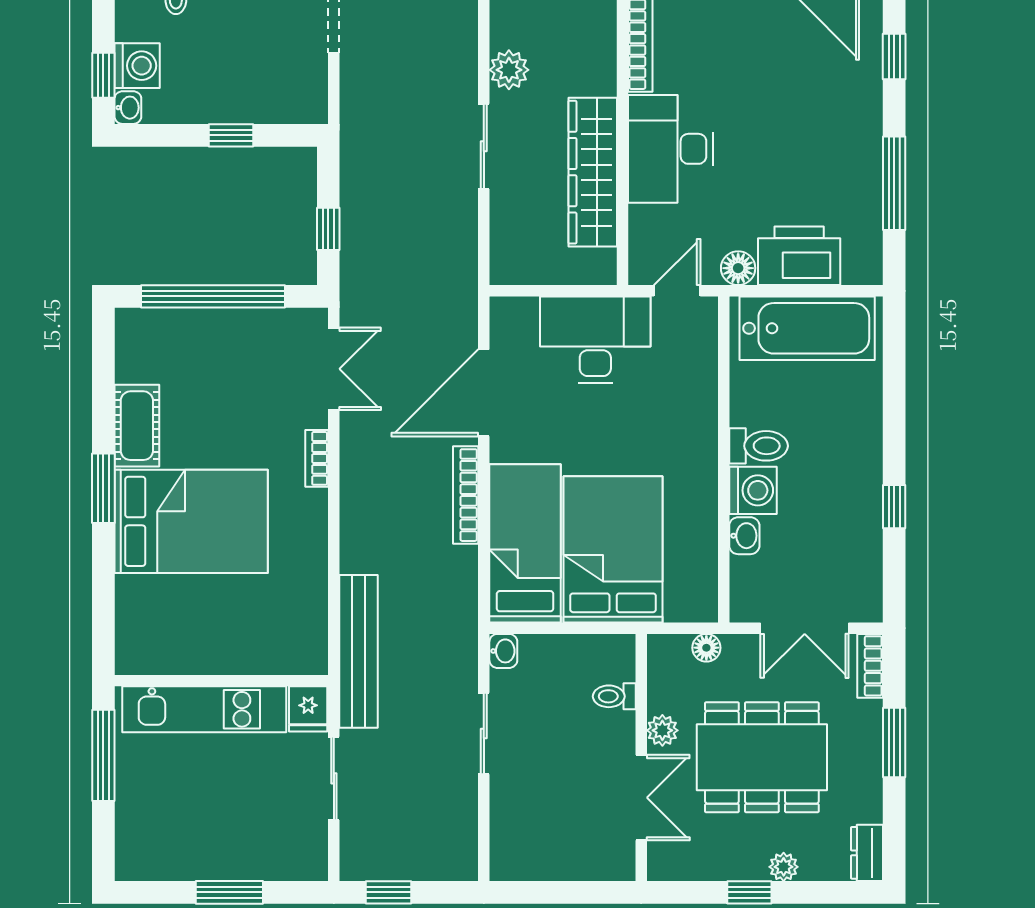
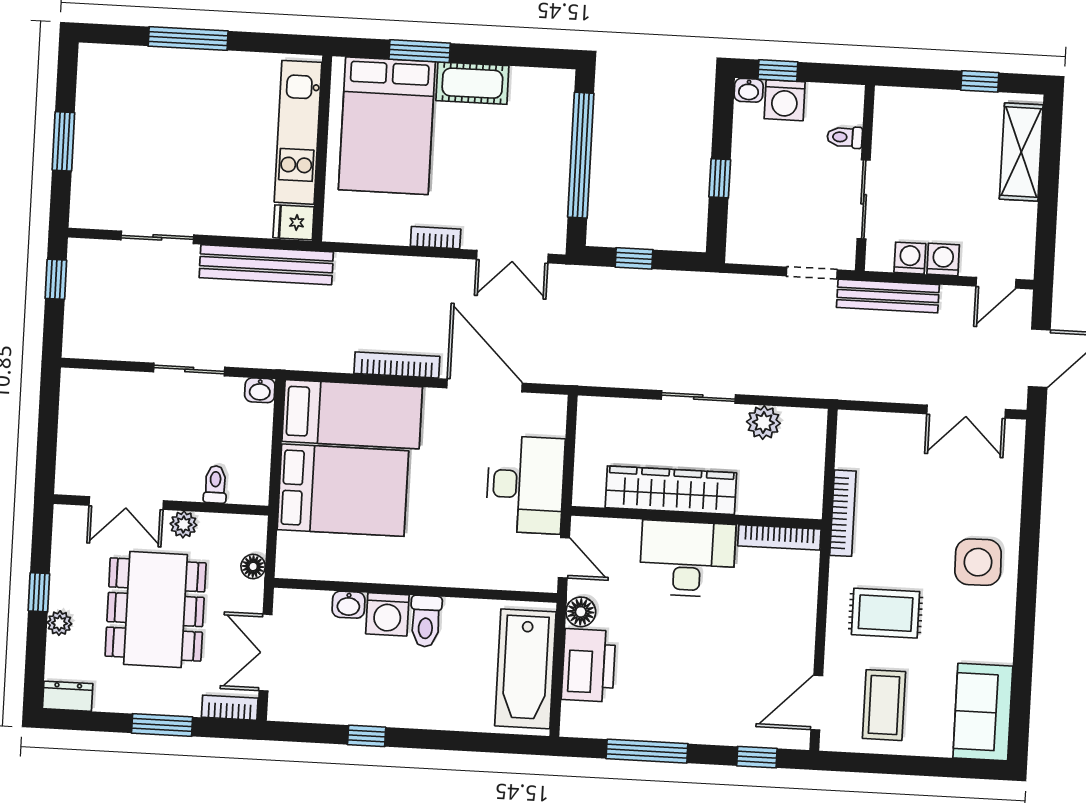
wall: (221, 681) -> (322, 149), moved
kitchen unit: (204, 709) -> (298, 132), moved
fridge: (308, 709) -> (294, 222), moved

